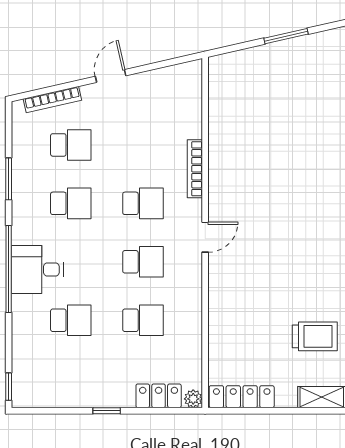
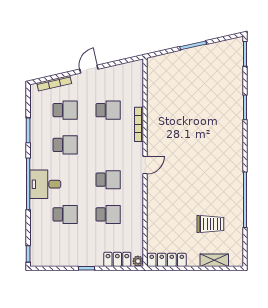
school desk: (143, 203) -> (108, 110), moved

